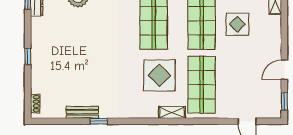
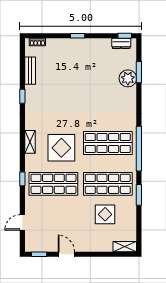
bench: (82, 112) -> (30, 71), moved
shelving: (172, 112) -> (30, 142), moved
window: (196, 121) -> (22, 179), added

